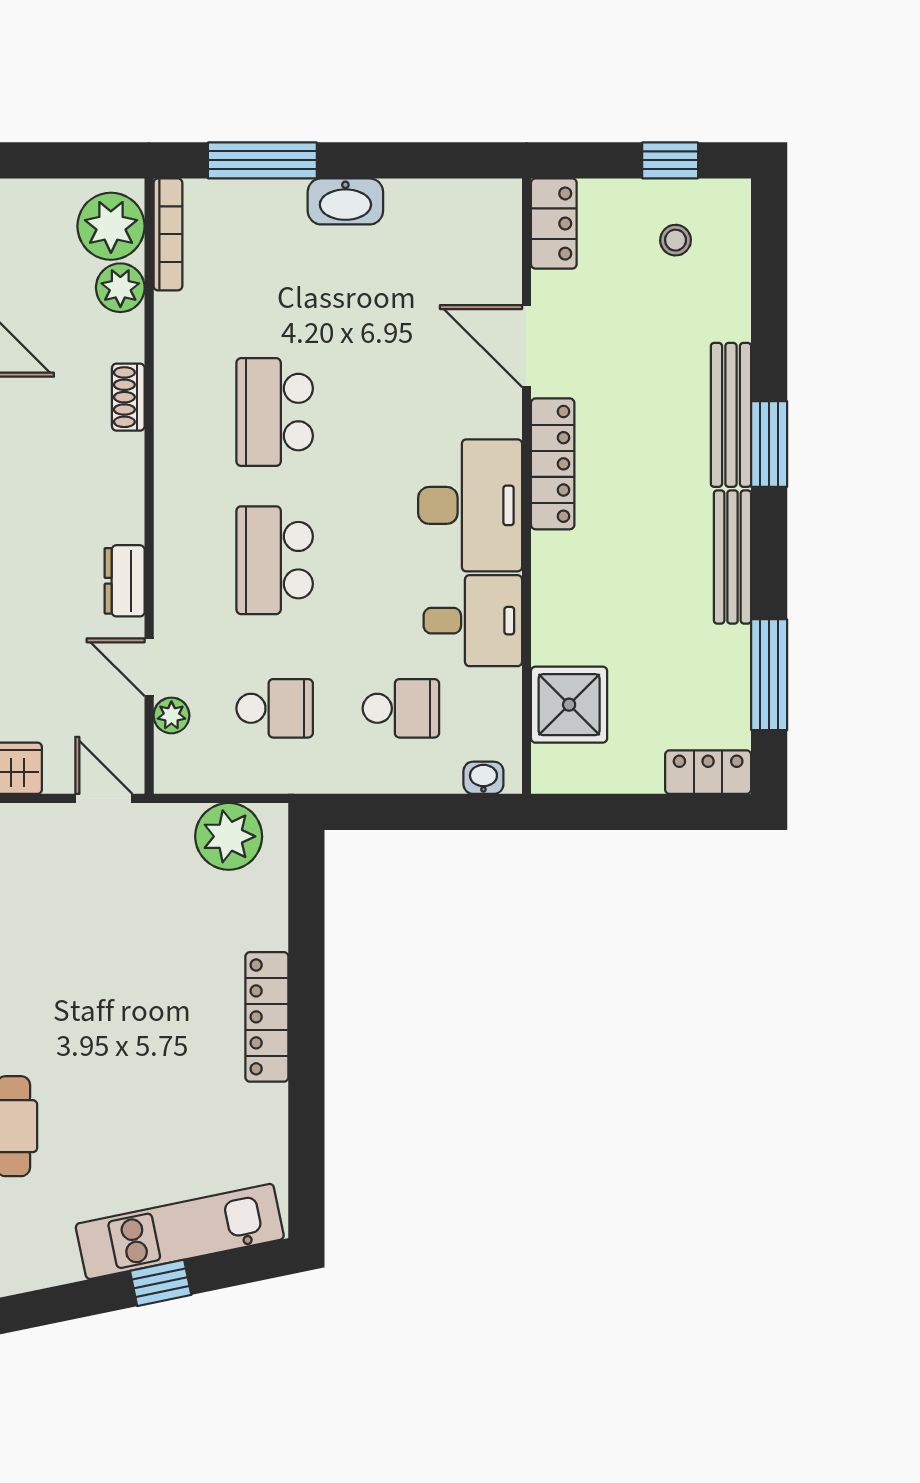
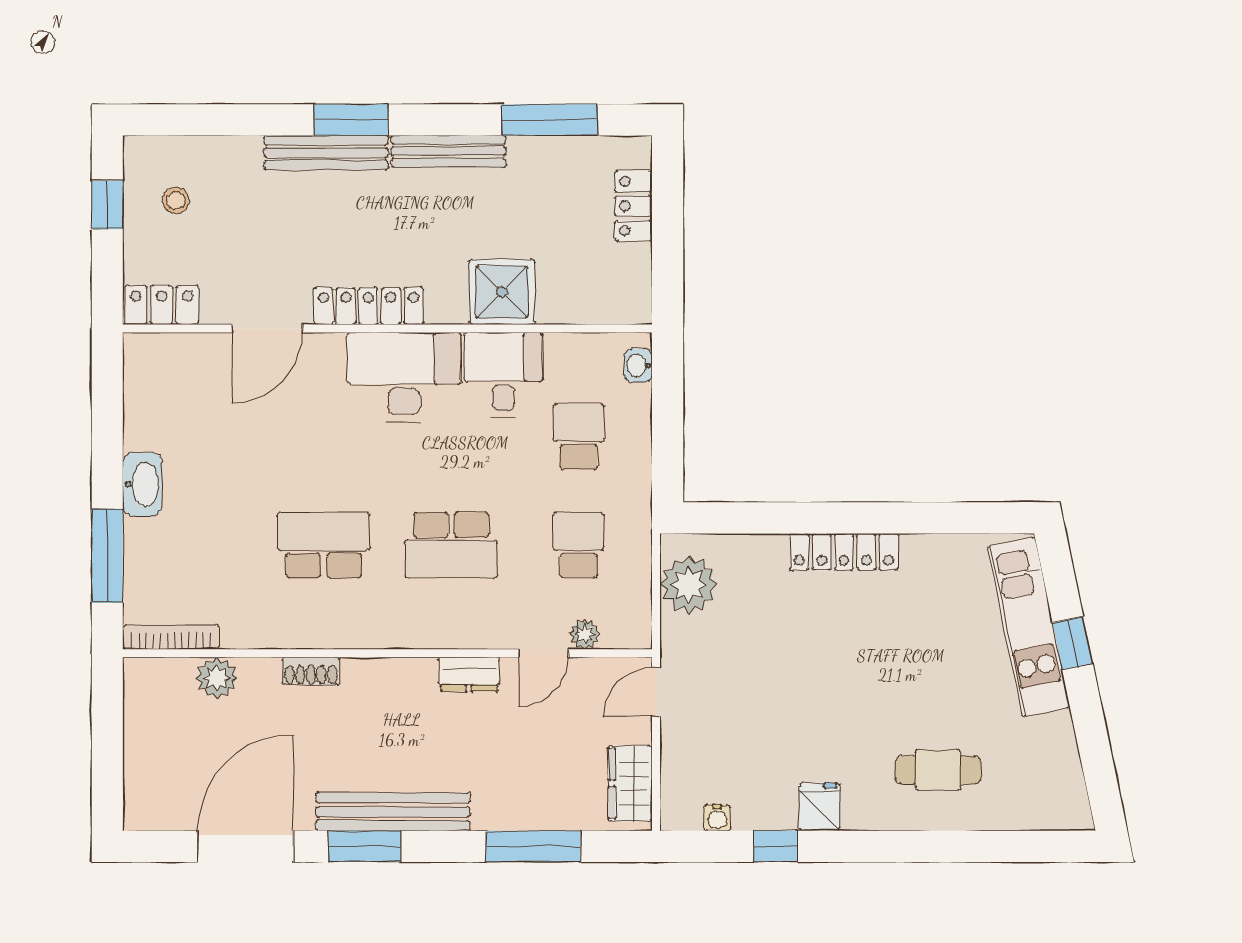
plant: (111, 226) -> (164, 686), removed
school desk: (275, 412) -> (324, 545), turned 180
shower: (569, 705) -> (502, 292), moved
locker: (708, 772) -> (633, 206), moved

